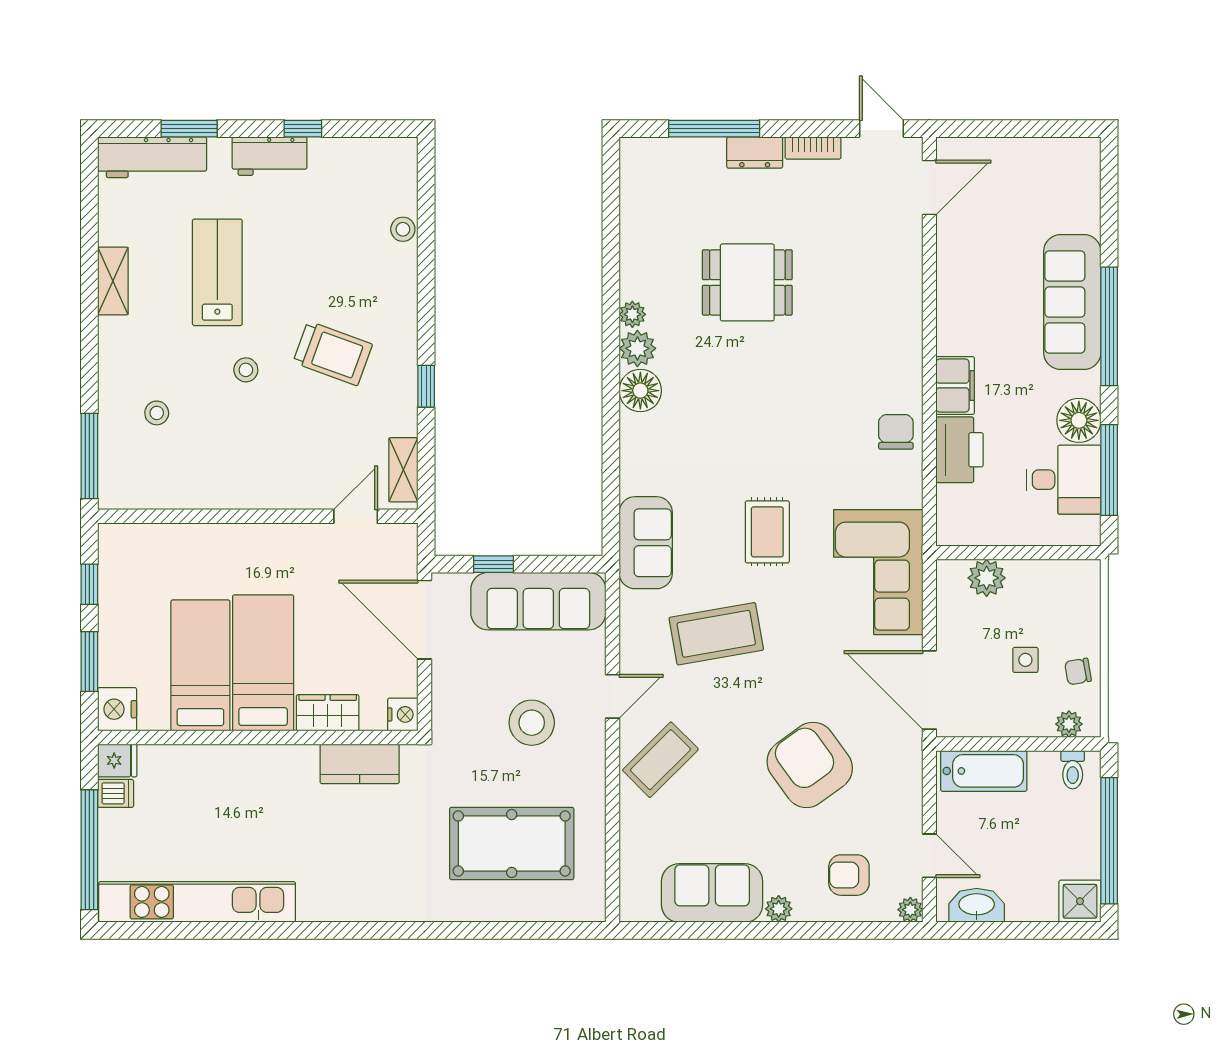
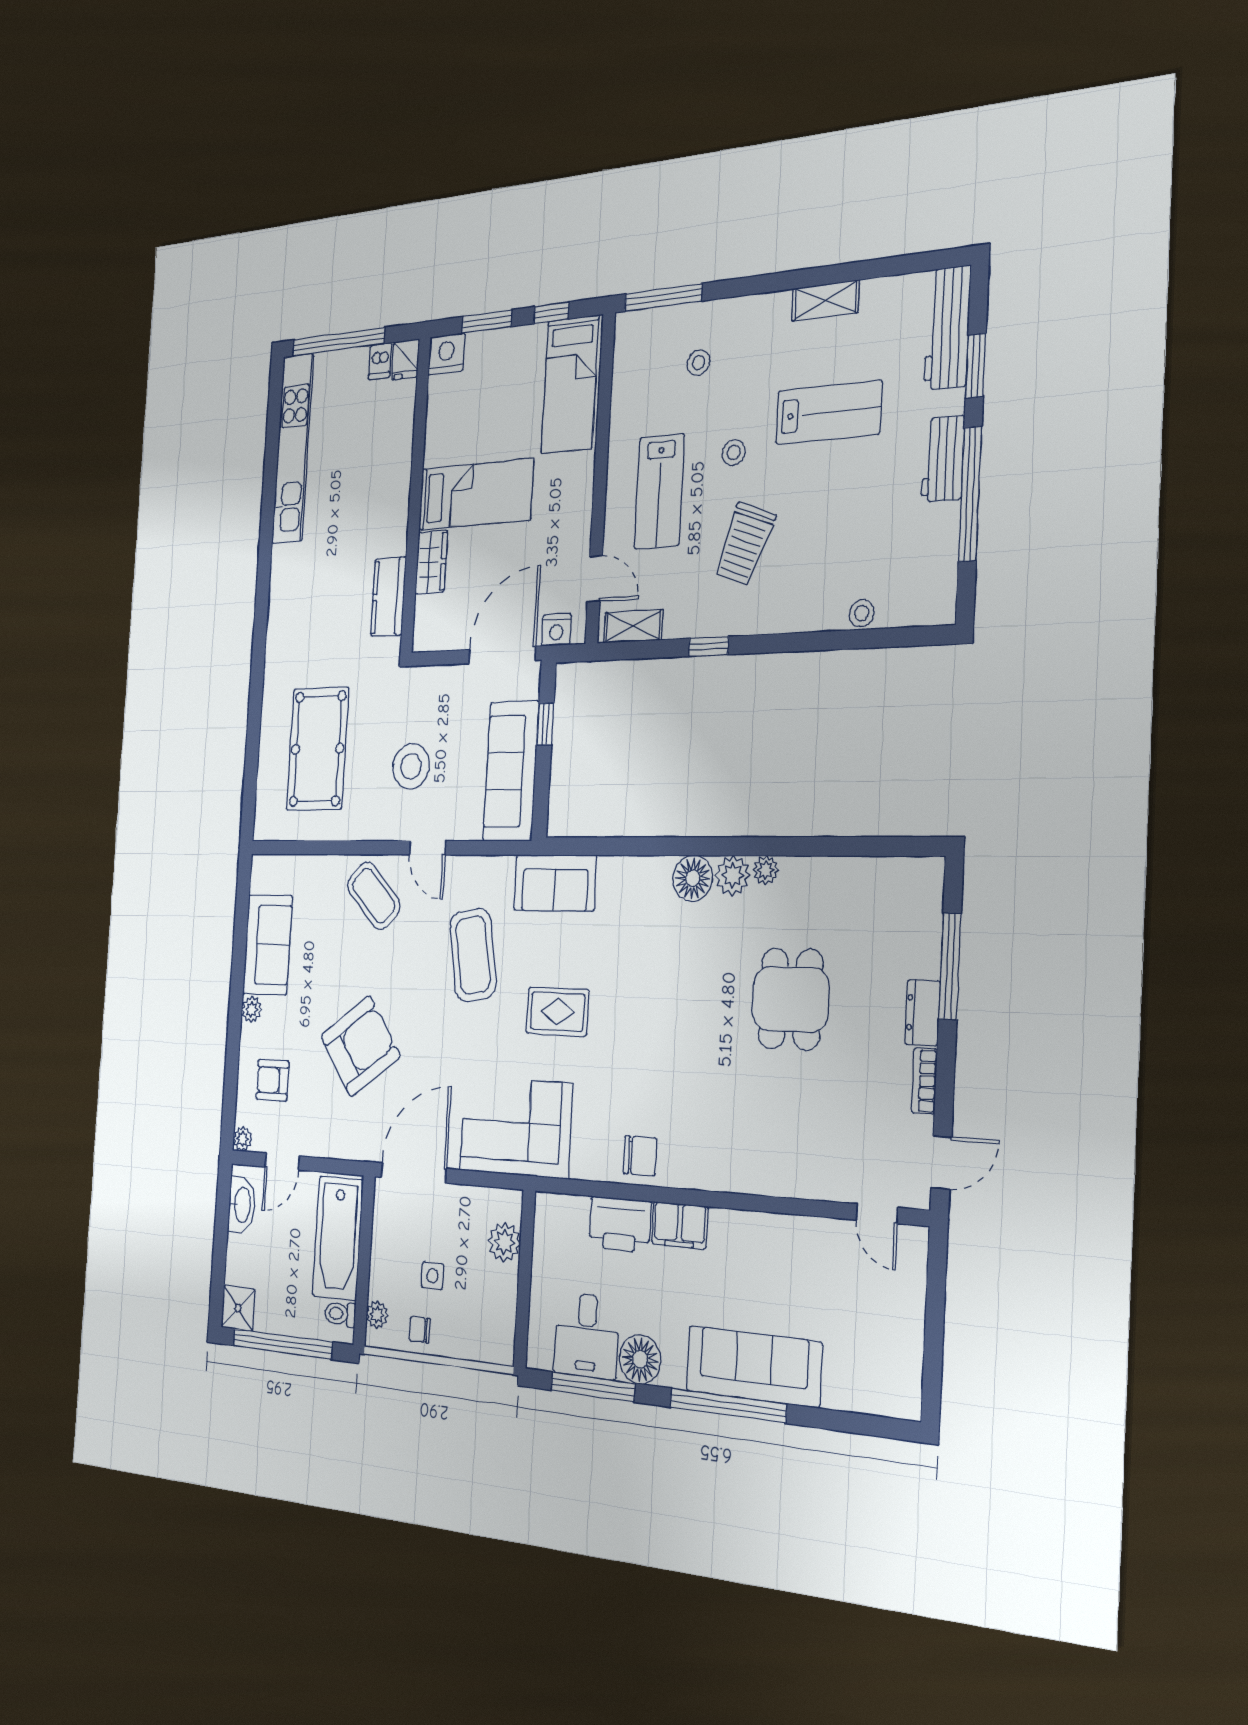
window: (303, 129) -> (970, 494), width x3.17
door: (929, 187) -> (877, 1214), width x0.73
lab bench: (276, 449) -> (659, 492), added
bed: (200, 665) -> (570, 384), moved, turned 90
chair: (1078, 671) -> (420, 1330), turned -80
nightstand: (403, 714) -> (556, 630), moved
bathtub: (984, 771) -> (338, 1238), width x1.36, depth x1.36
armchair: (849, 875) -> (273, 1080), turned -90

